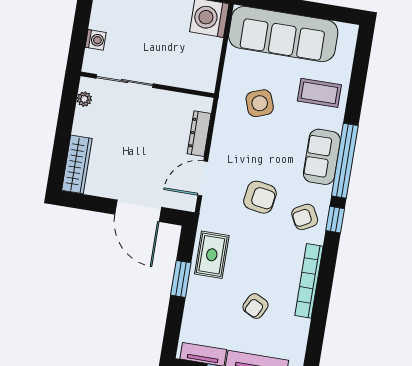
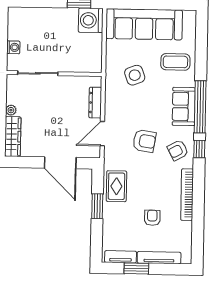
plant: (84, 99) -> (11, 110), moved
armchair: (255, 306) -> (152, 218), turned 153

